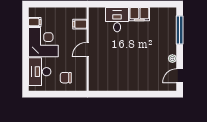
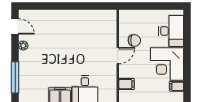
door: (180, 76) -> (15, 26), hinge flipped
chair: (66, 78) -> (134, 40), moved

